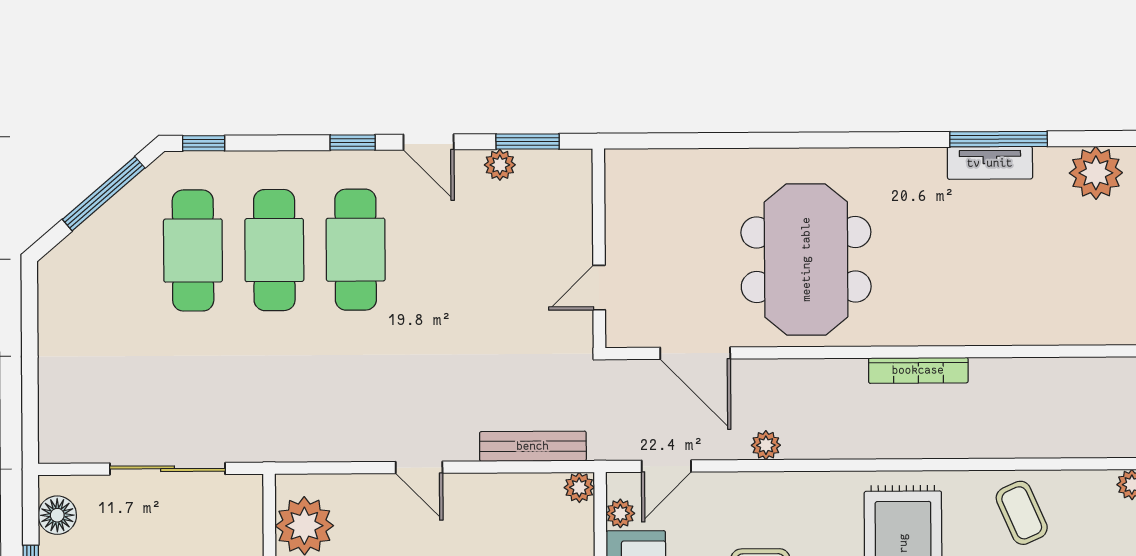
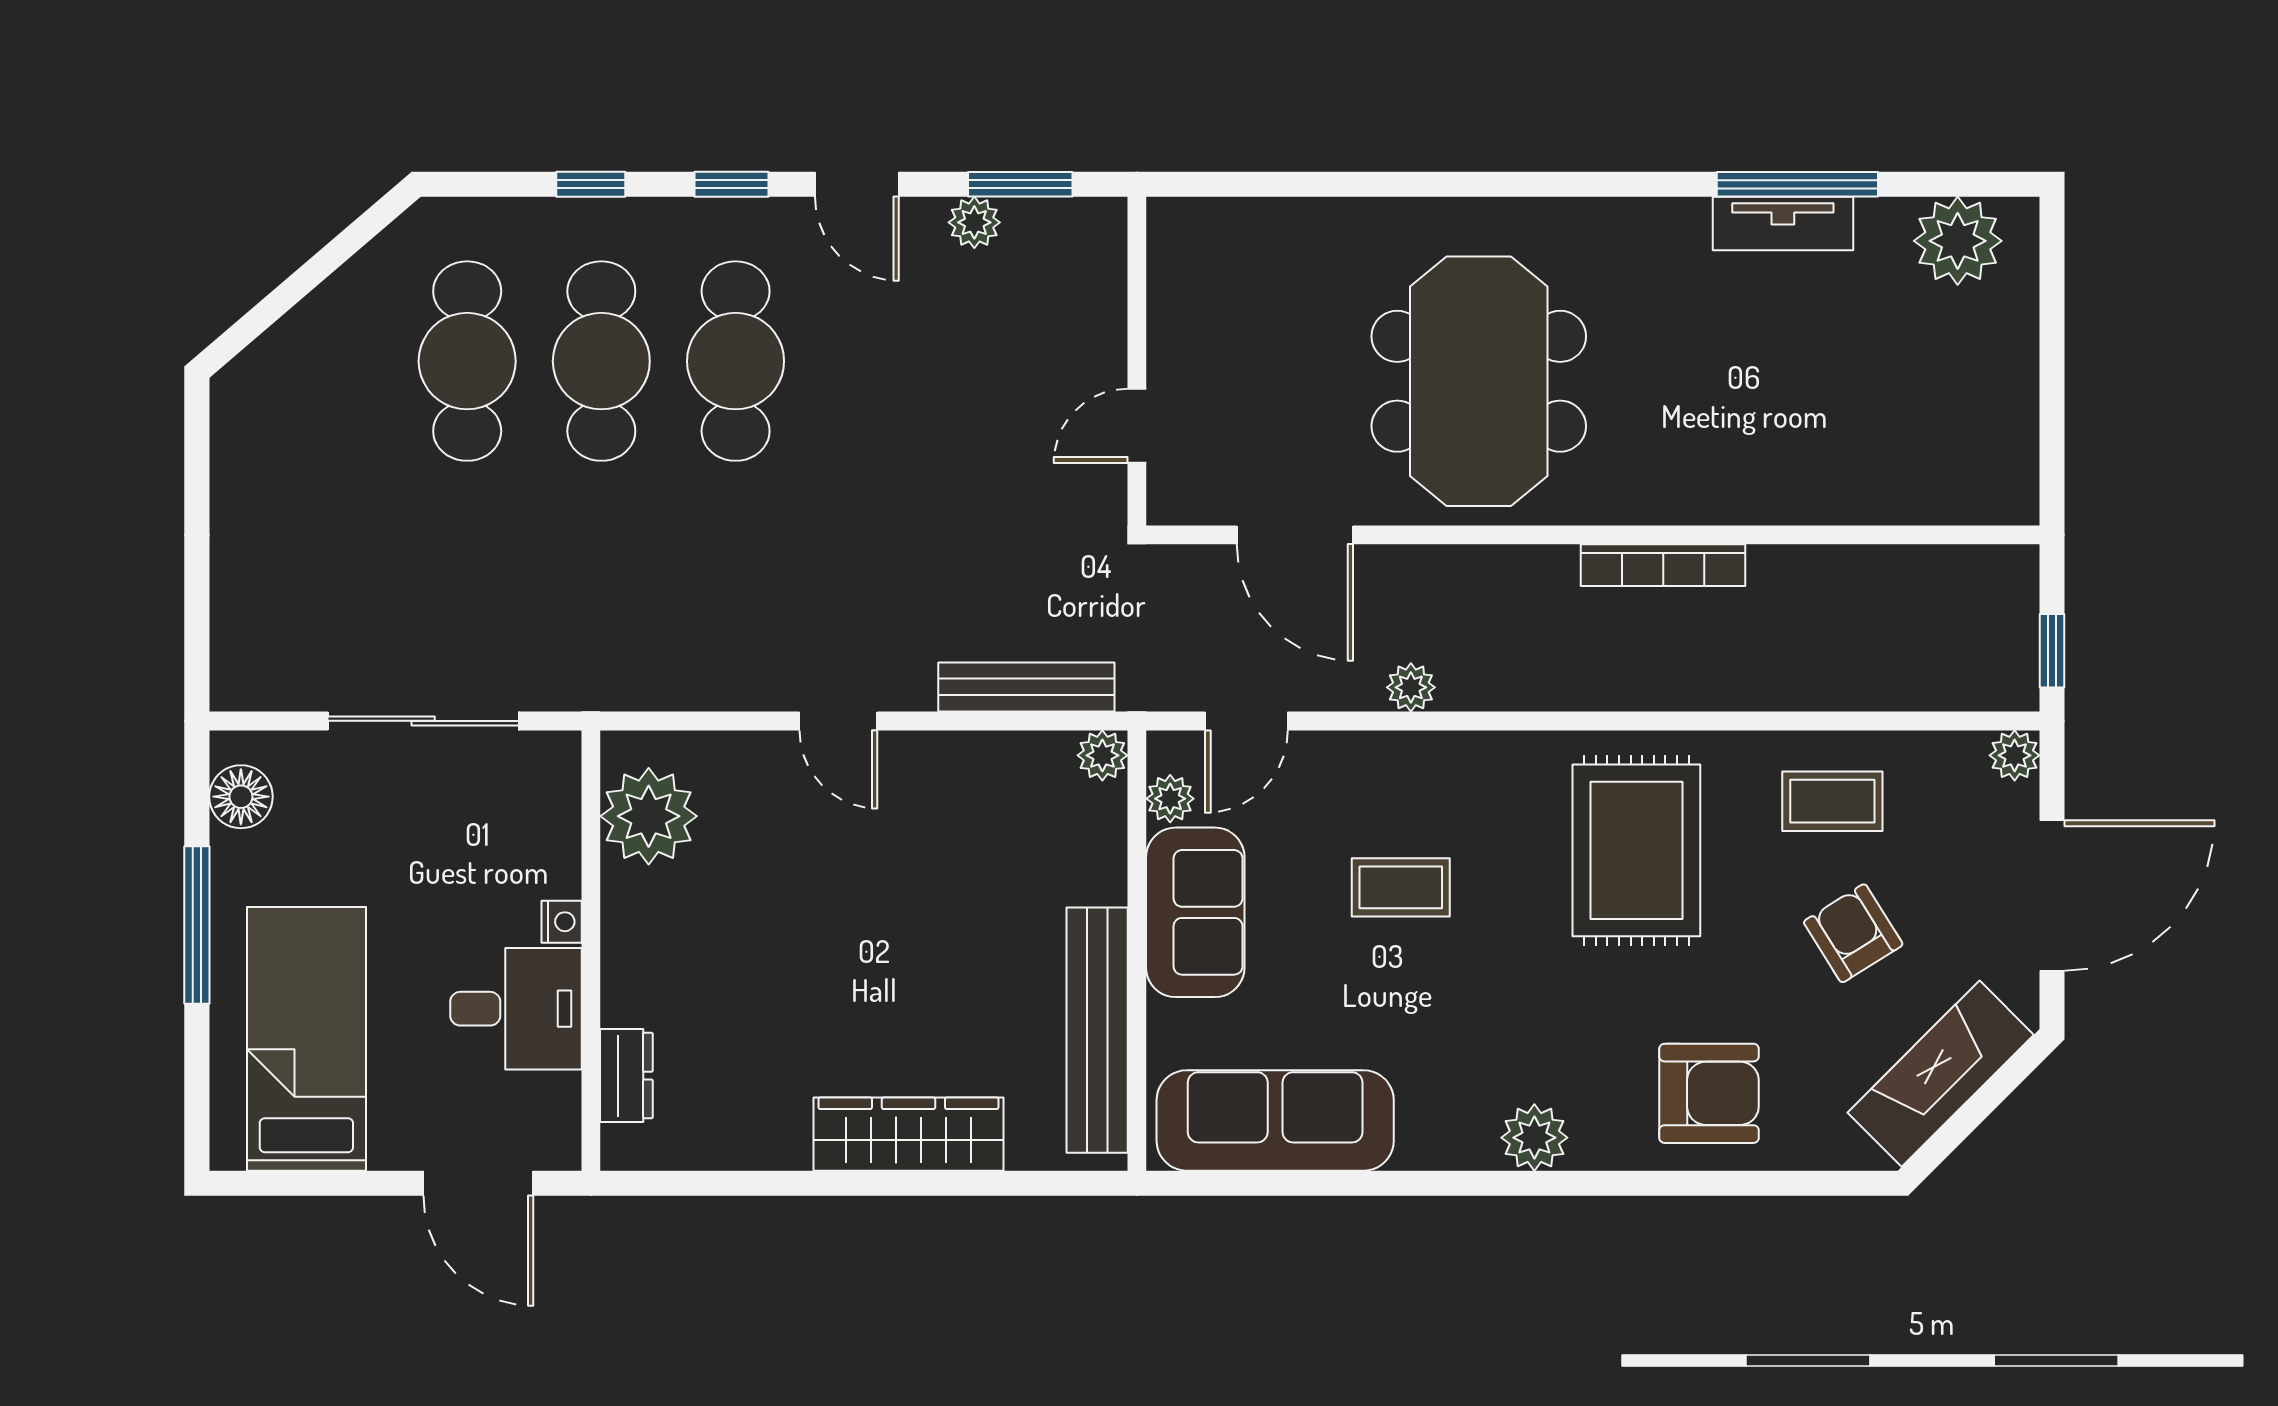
window: (204, 143) -> (591, 184), moved
window: (104, 194) -> (320, 267), removed
coffee table: (1022, 513) -> (1832, 801), turned -66

